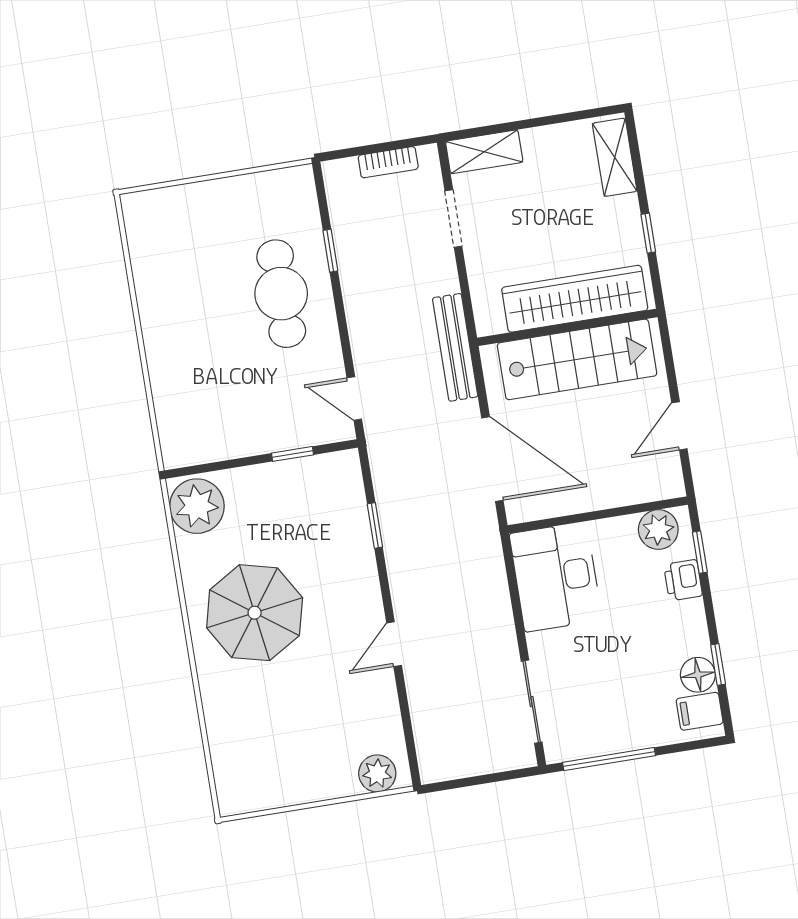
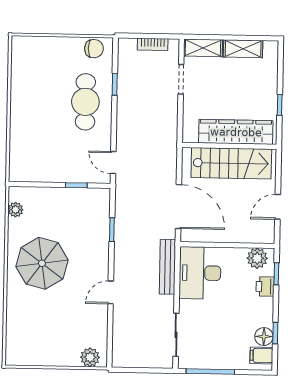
shelving: (615, 157) -> (243, 49), moved, turned 90
chair: (279, 190) -> (94, 49), added
bench: (455, 347) -> (167, 267), moved
plant: (197, 506) -> (16, 210), width x0.53, depth x0.53

